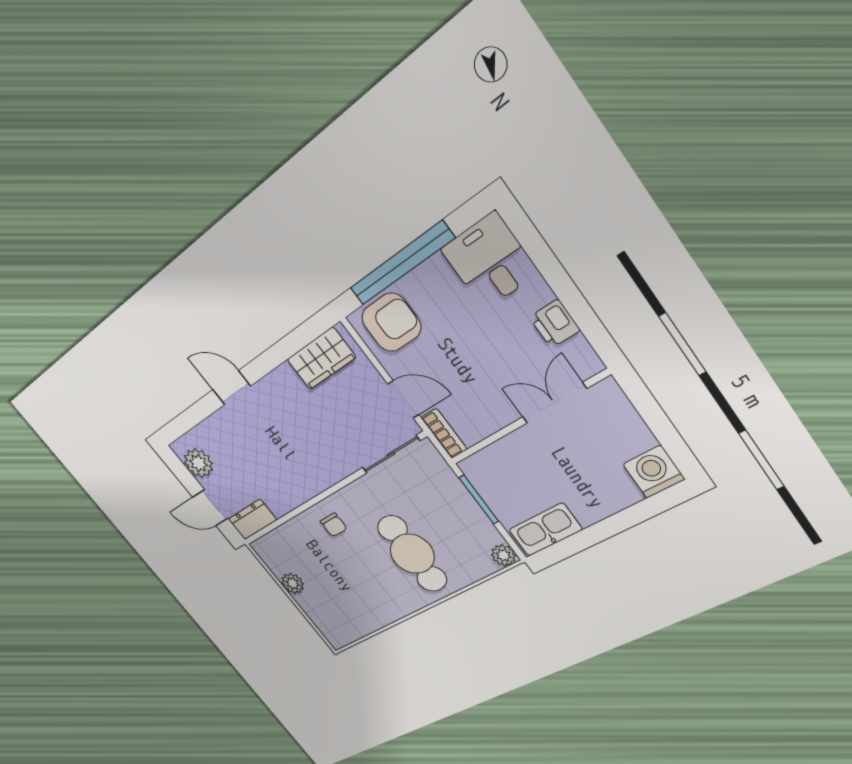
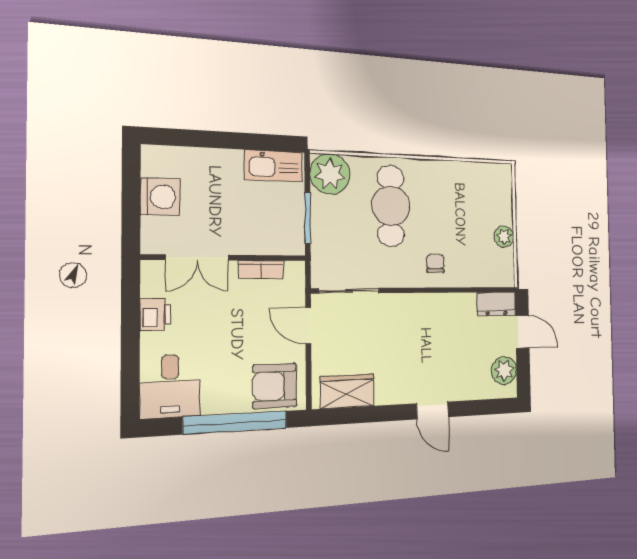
bookcase: (444, 433) -> (261, 270), moved, turned -90
washing machine: (654, 472) -> (160, 197), moved, turned -90
plant: (504, 555) -> (330, 174), width x1.88, depth x1.88

